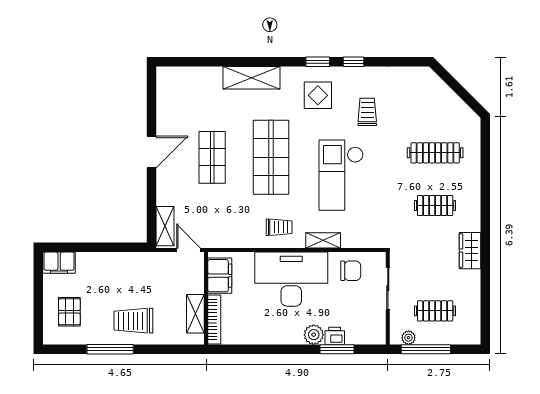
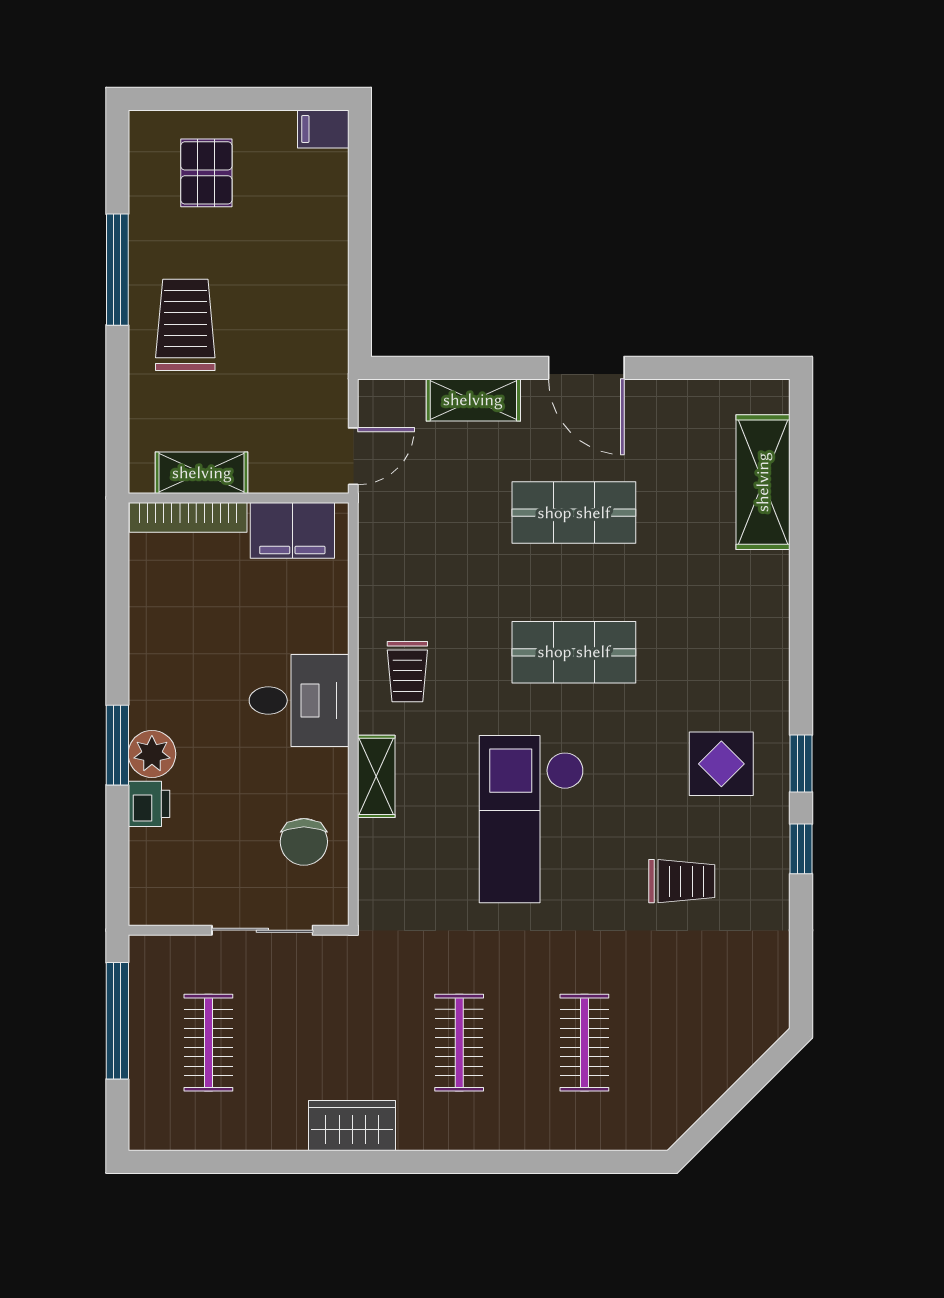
shelving: (251, 78) -> (763, 482), moved
clothes rail: (435, 153) -> (584, 1043), width x0.73
shop shelf: (271, 157) -> (574, 652), width x0.70, depth x0.74
checkout: (341, 175) -> (532, 819), turned -90
shelving: (165, 226) -> (473, 400), moved
filing cabinet: (59, 263) -> (323, 129), width x0.50
desk: (291, 279) -> (299, 701), width x0.53, depth x0.77
pallet: (69, 312) -> (206, 173), turned 90
plant: (409, 338) -> (145, 979), removed
window: (337, 349) -> (117, 745), moved

